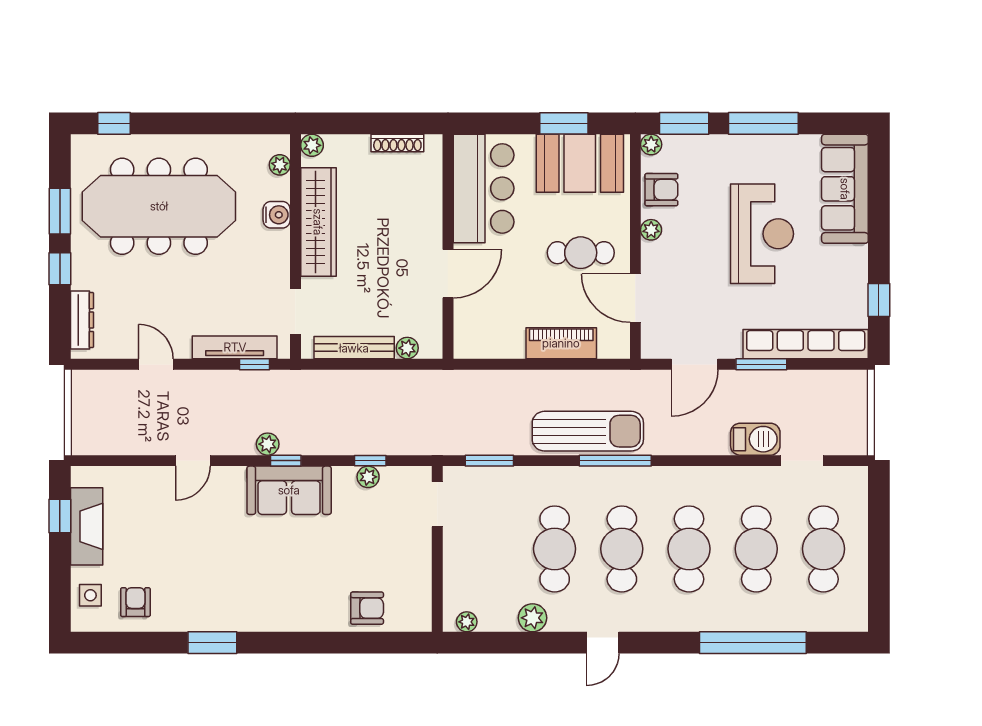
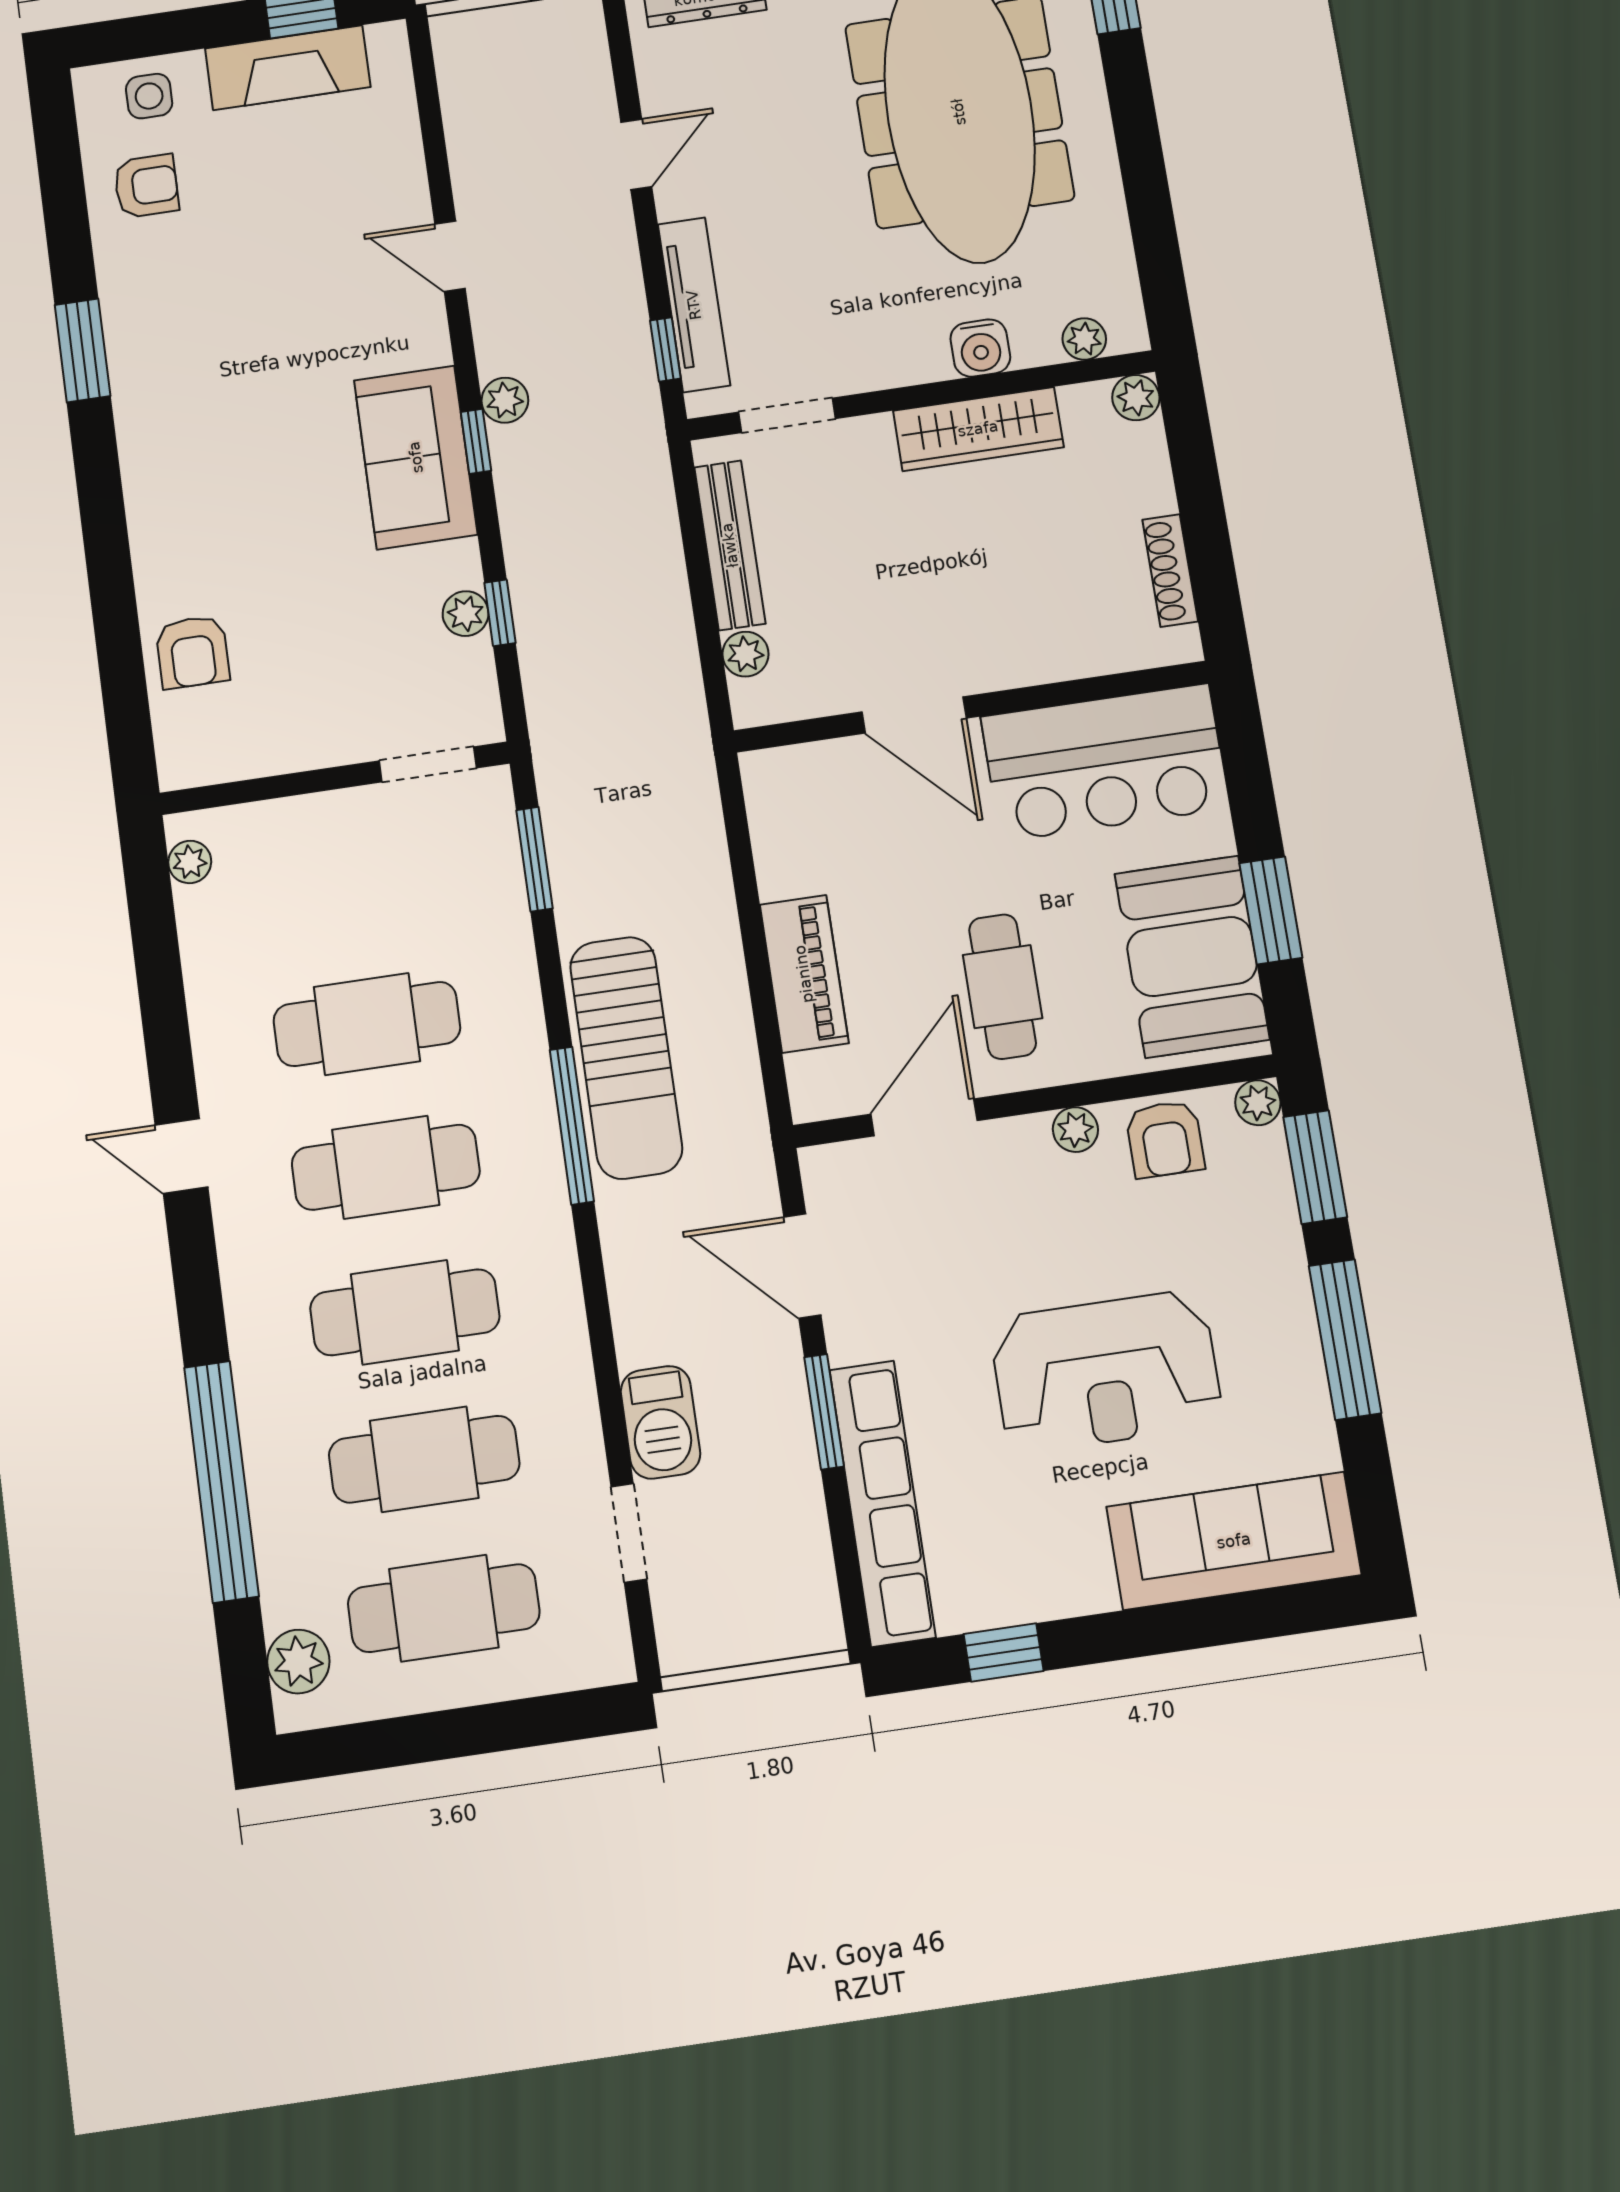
wardrobe: (318, 222) -> (978, 429), width x0.71, depth x0.85
plant: (532, 618) -> (298, 1662), moved

